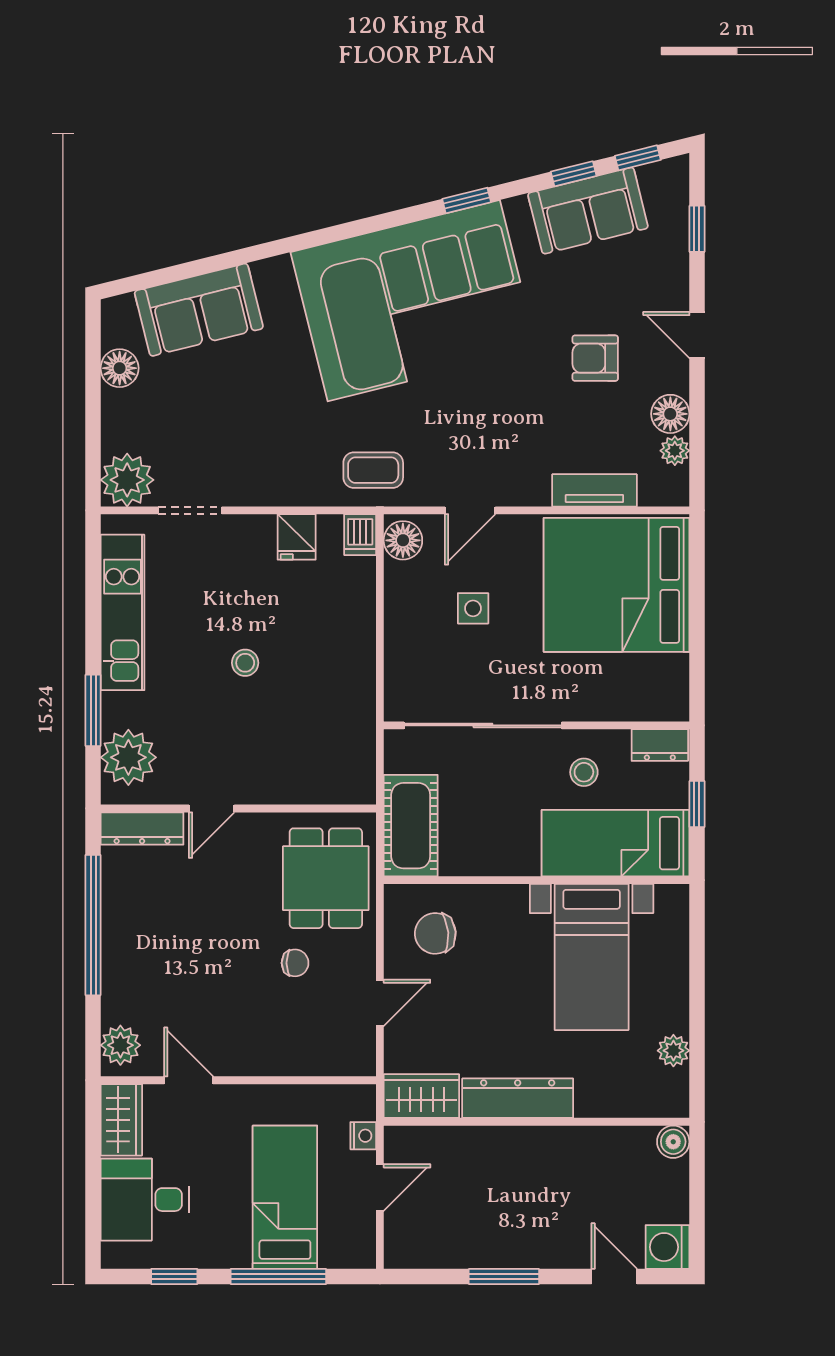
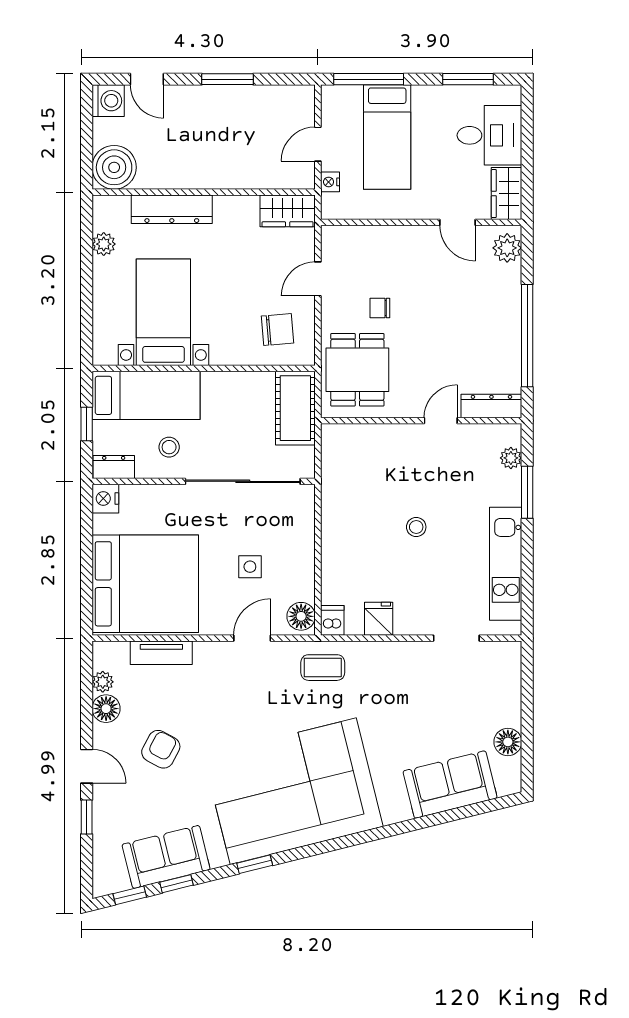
window: (697, 229) -> (87, 817), moved
armchair: (595, 358) -> (161, 749), turned -62
plant: (127, 480) -> (502, 660), removed
nightstand: (671, 702) -> (105, 499), added
plant: (128, 757) -> (511, 458), width x0.53, depth x0.53
dresser: (518, 1098) -> (172, 209), moved
boiler: (673, 1142) -> (114, 167), width x1.86, depth x1.86
window: (174, 1277) -> (468, 79), width x1.50
window: (278, 1277) -> (369, 79), moved

